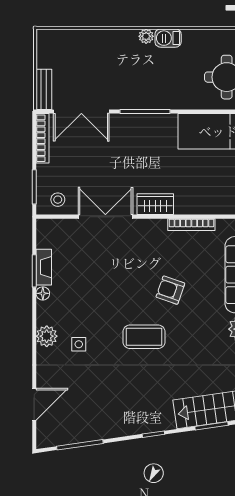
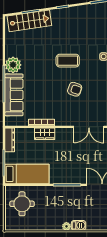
barbecue: (168, 38) -> (79, 225), moved
wardrobe: (155, 204) -> (45, 134), moved
armchair: (170, 290) -> (75, 89), moved

